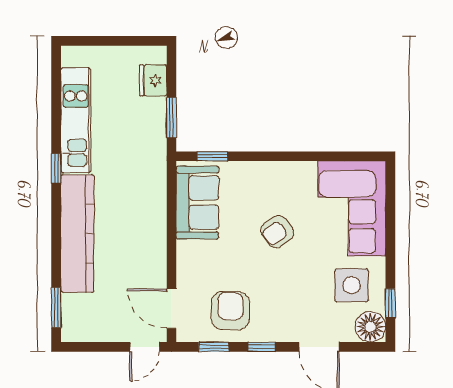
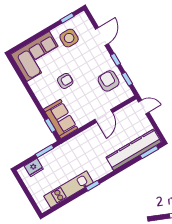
sofa: (197, 203) -> (61, 119), moved, turned 90
armchair: (277, 232) -> (65, 81), turned -54
kitchen counter: (77, 233) -> (134, 150), moved
door: (171, 309) -> (104, 116), moved
armchair: (230, 311) -> (109, 81), turned 90
floor lamp: (370, 327) -> (81, 20), removed

